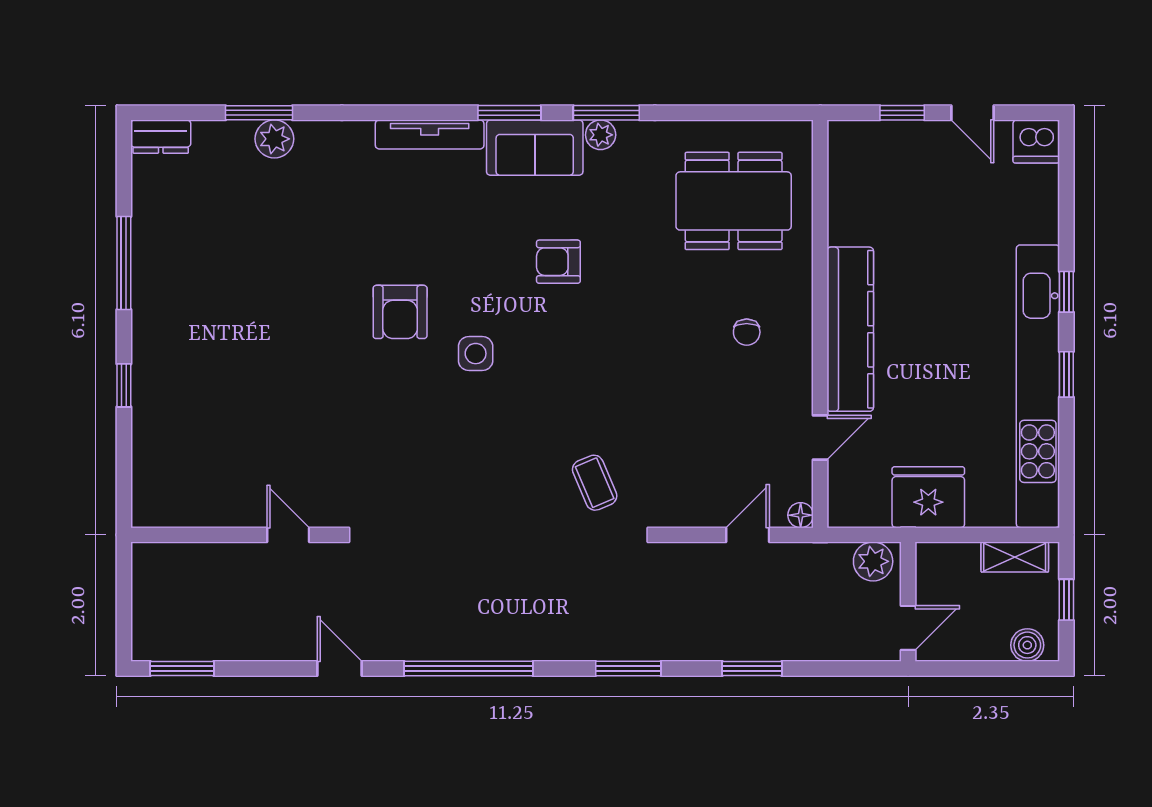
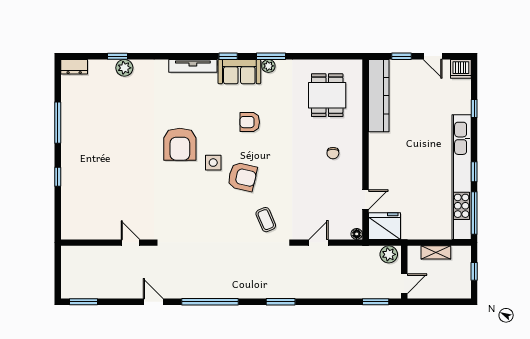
window: (259, 113) -> (118, 56), width x0.67
window: (509, 113) -> (228, 56), width x0.67
dining table: (734, 201) -> (327, 95), width x0.73
window: (1066, 292) -> (474, 109), moved
armchair: (400, 312) -> (180, 144), width x1.36, depth x1.36
kitchen counter: (850, 329) -> (379, 96), moved
armchair: (541, 386) -> (242, 177), added
window: (1066, 468) -> (474, 213), added
fridge: (928, 497) -> (384, 226), moved
door: (748, 535) -> (318, 243), moved
shelving: (1015, 557) -> (436, 252), moved
boiler: (1027, 645) -> (457, 291), removed
window: (752, 668) -> (376, 302), moved

